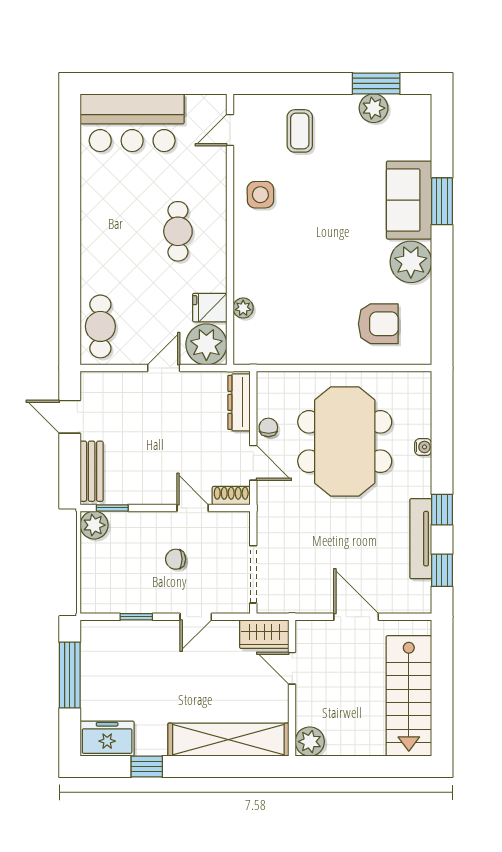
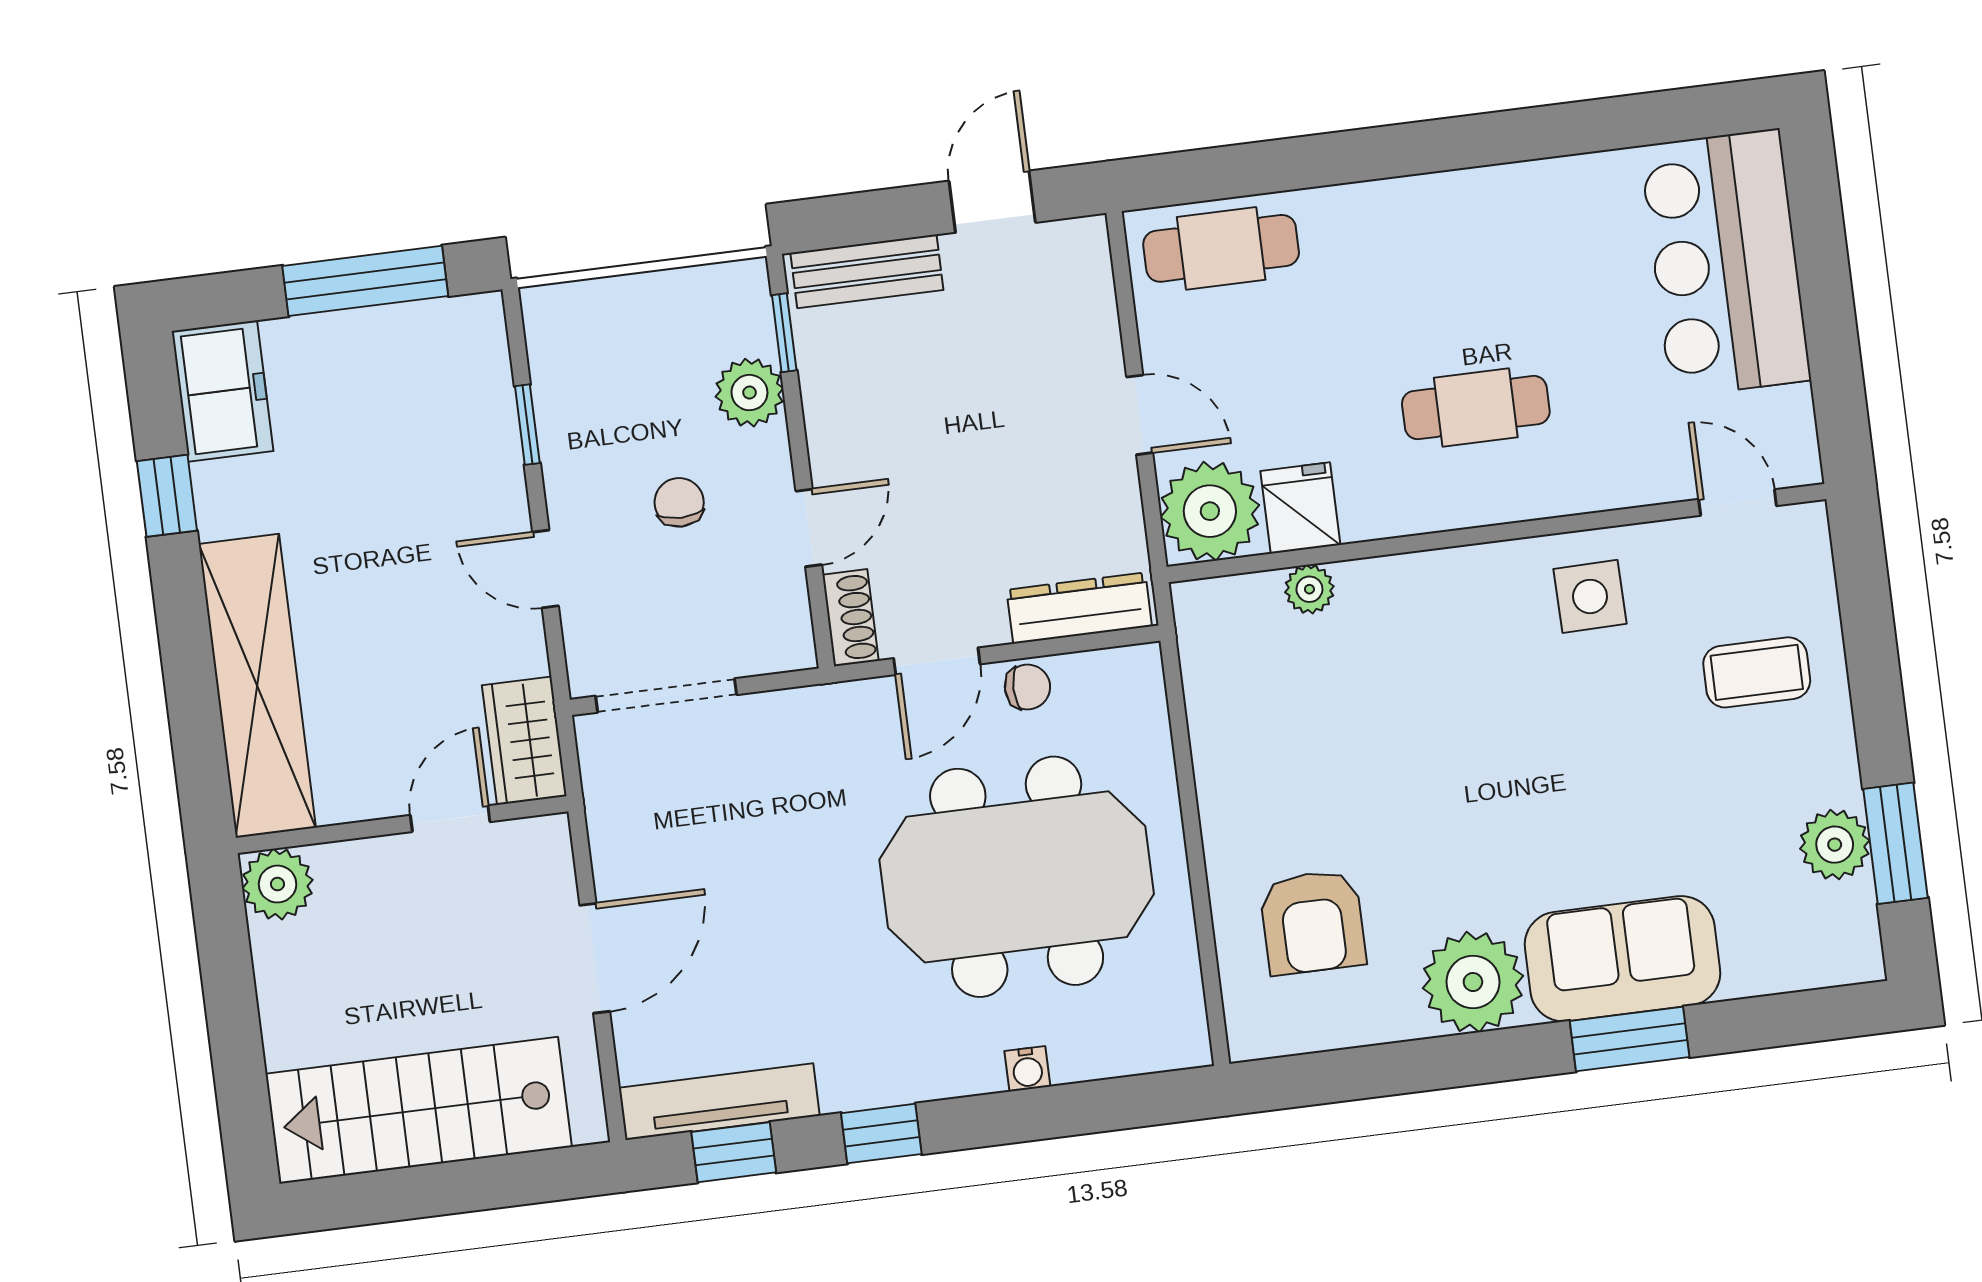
plant: (94, 525) -> (749, 393), moved
tv unit: (421, 539) -> (719, 1102), moved

